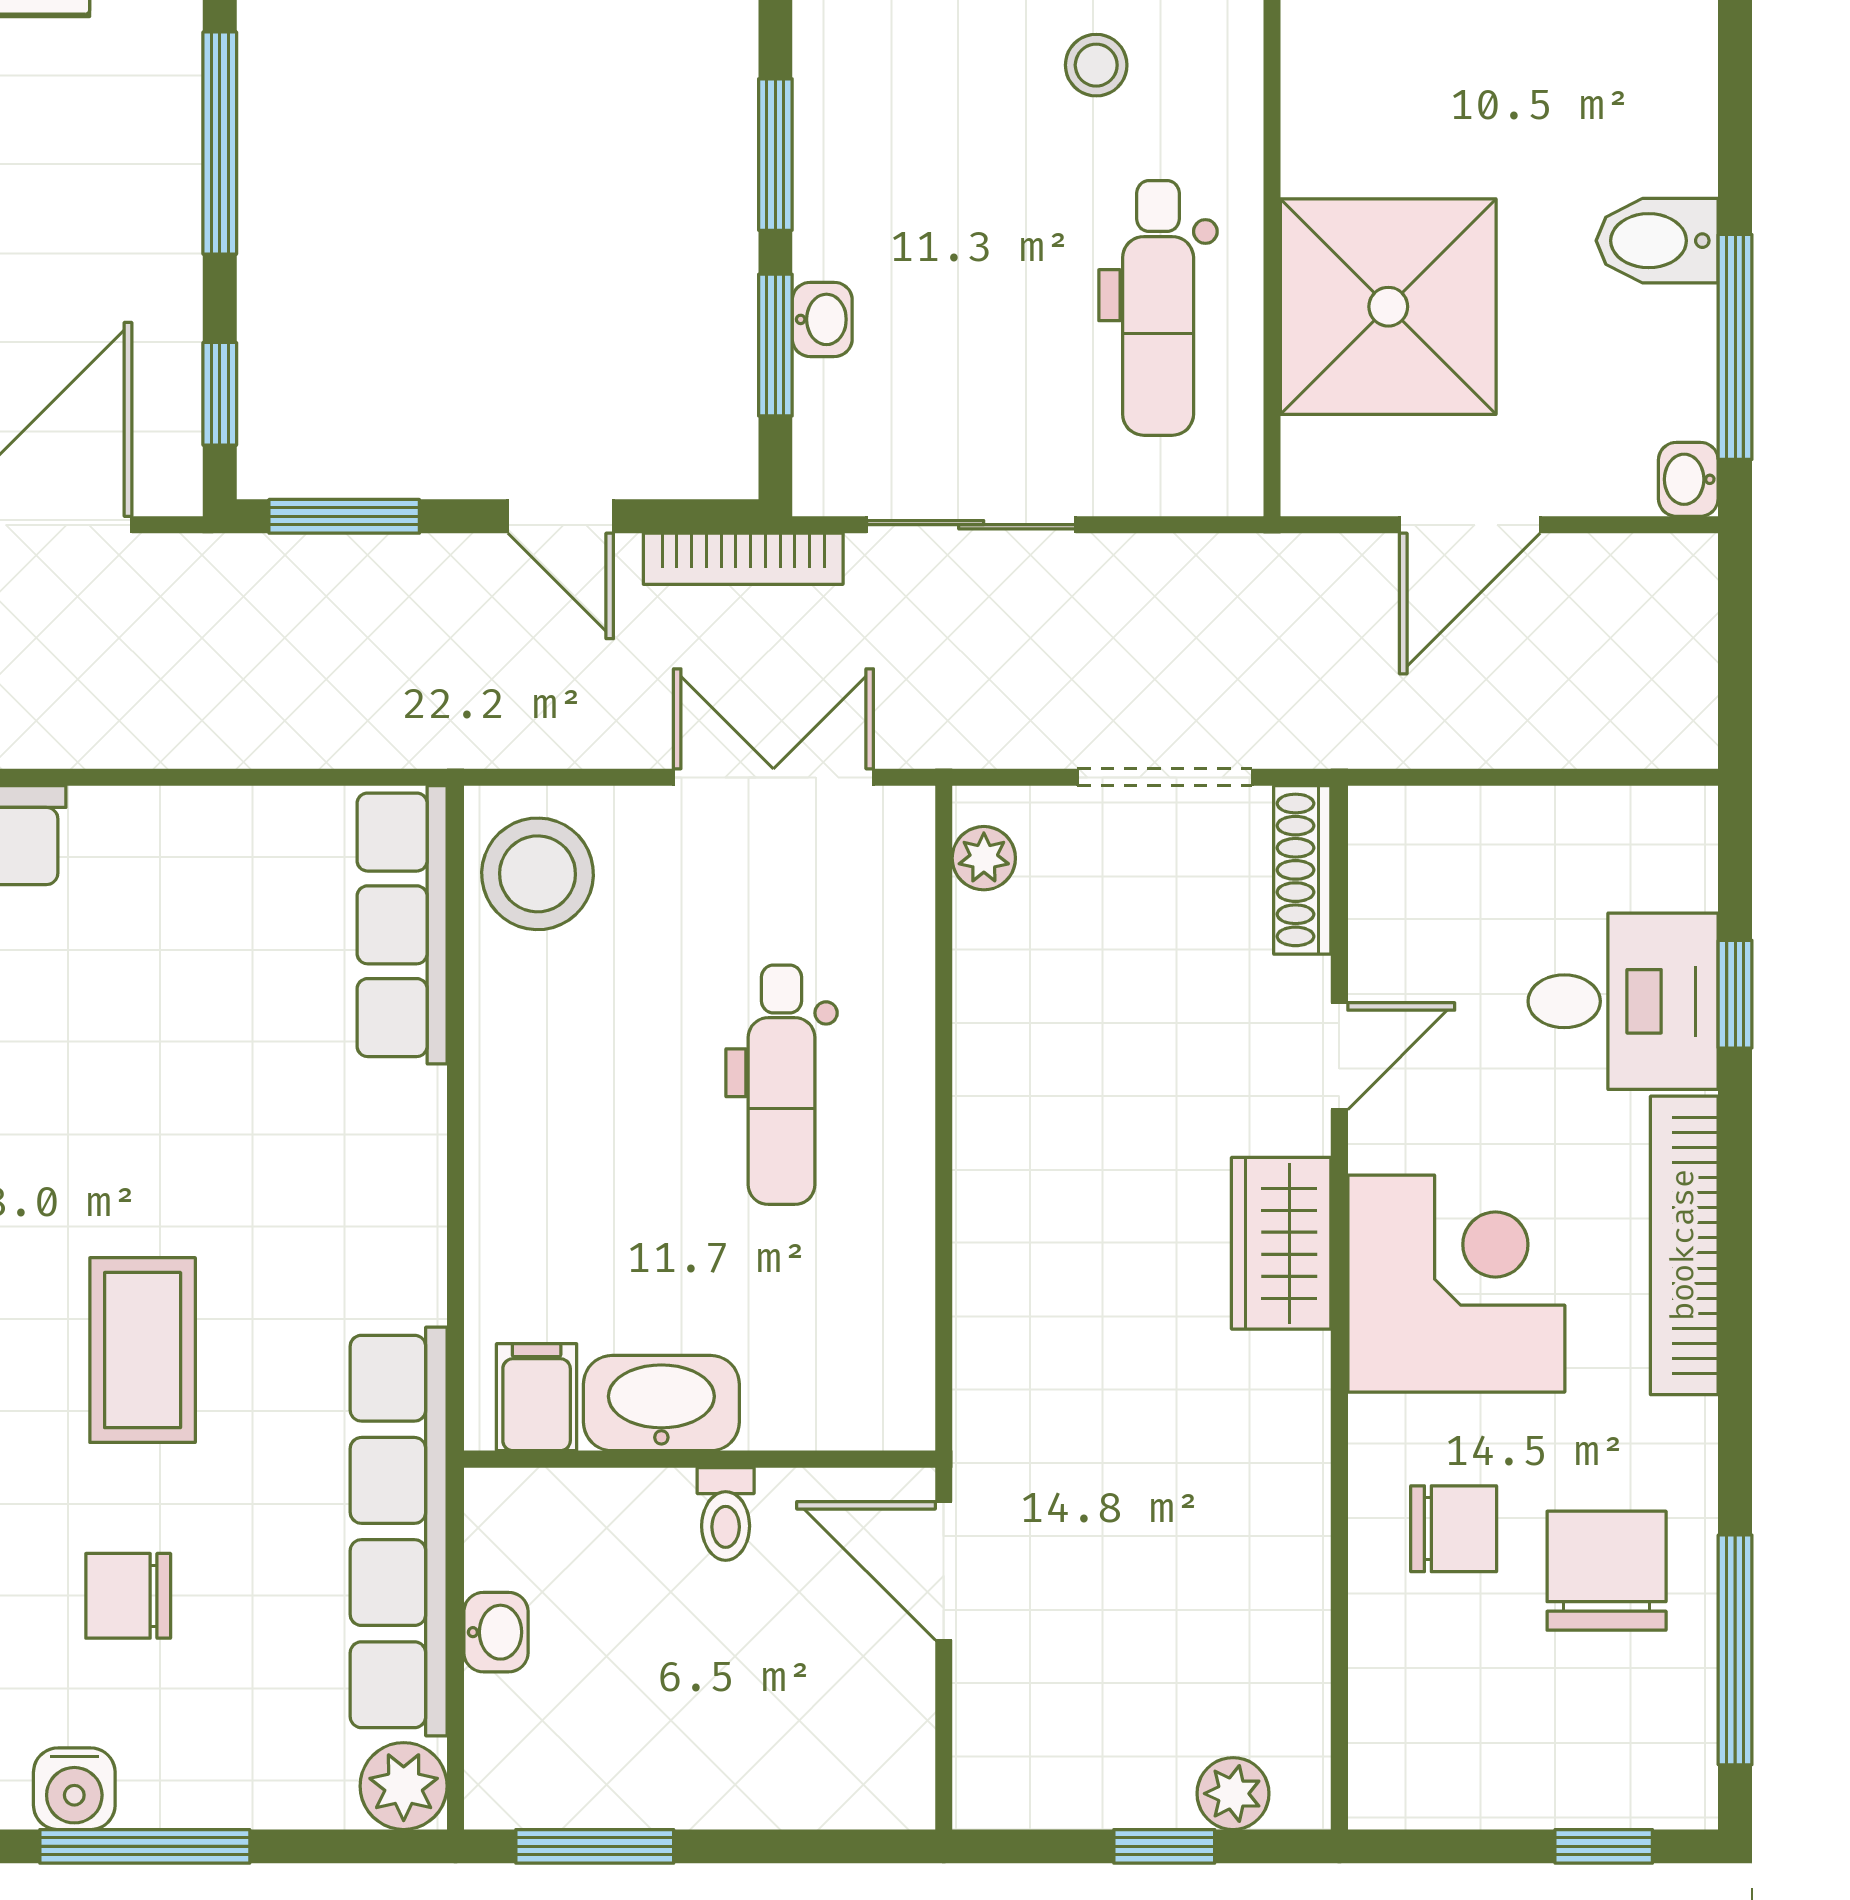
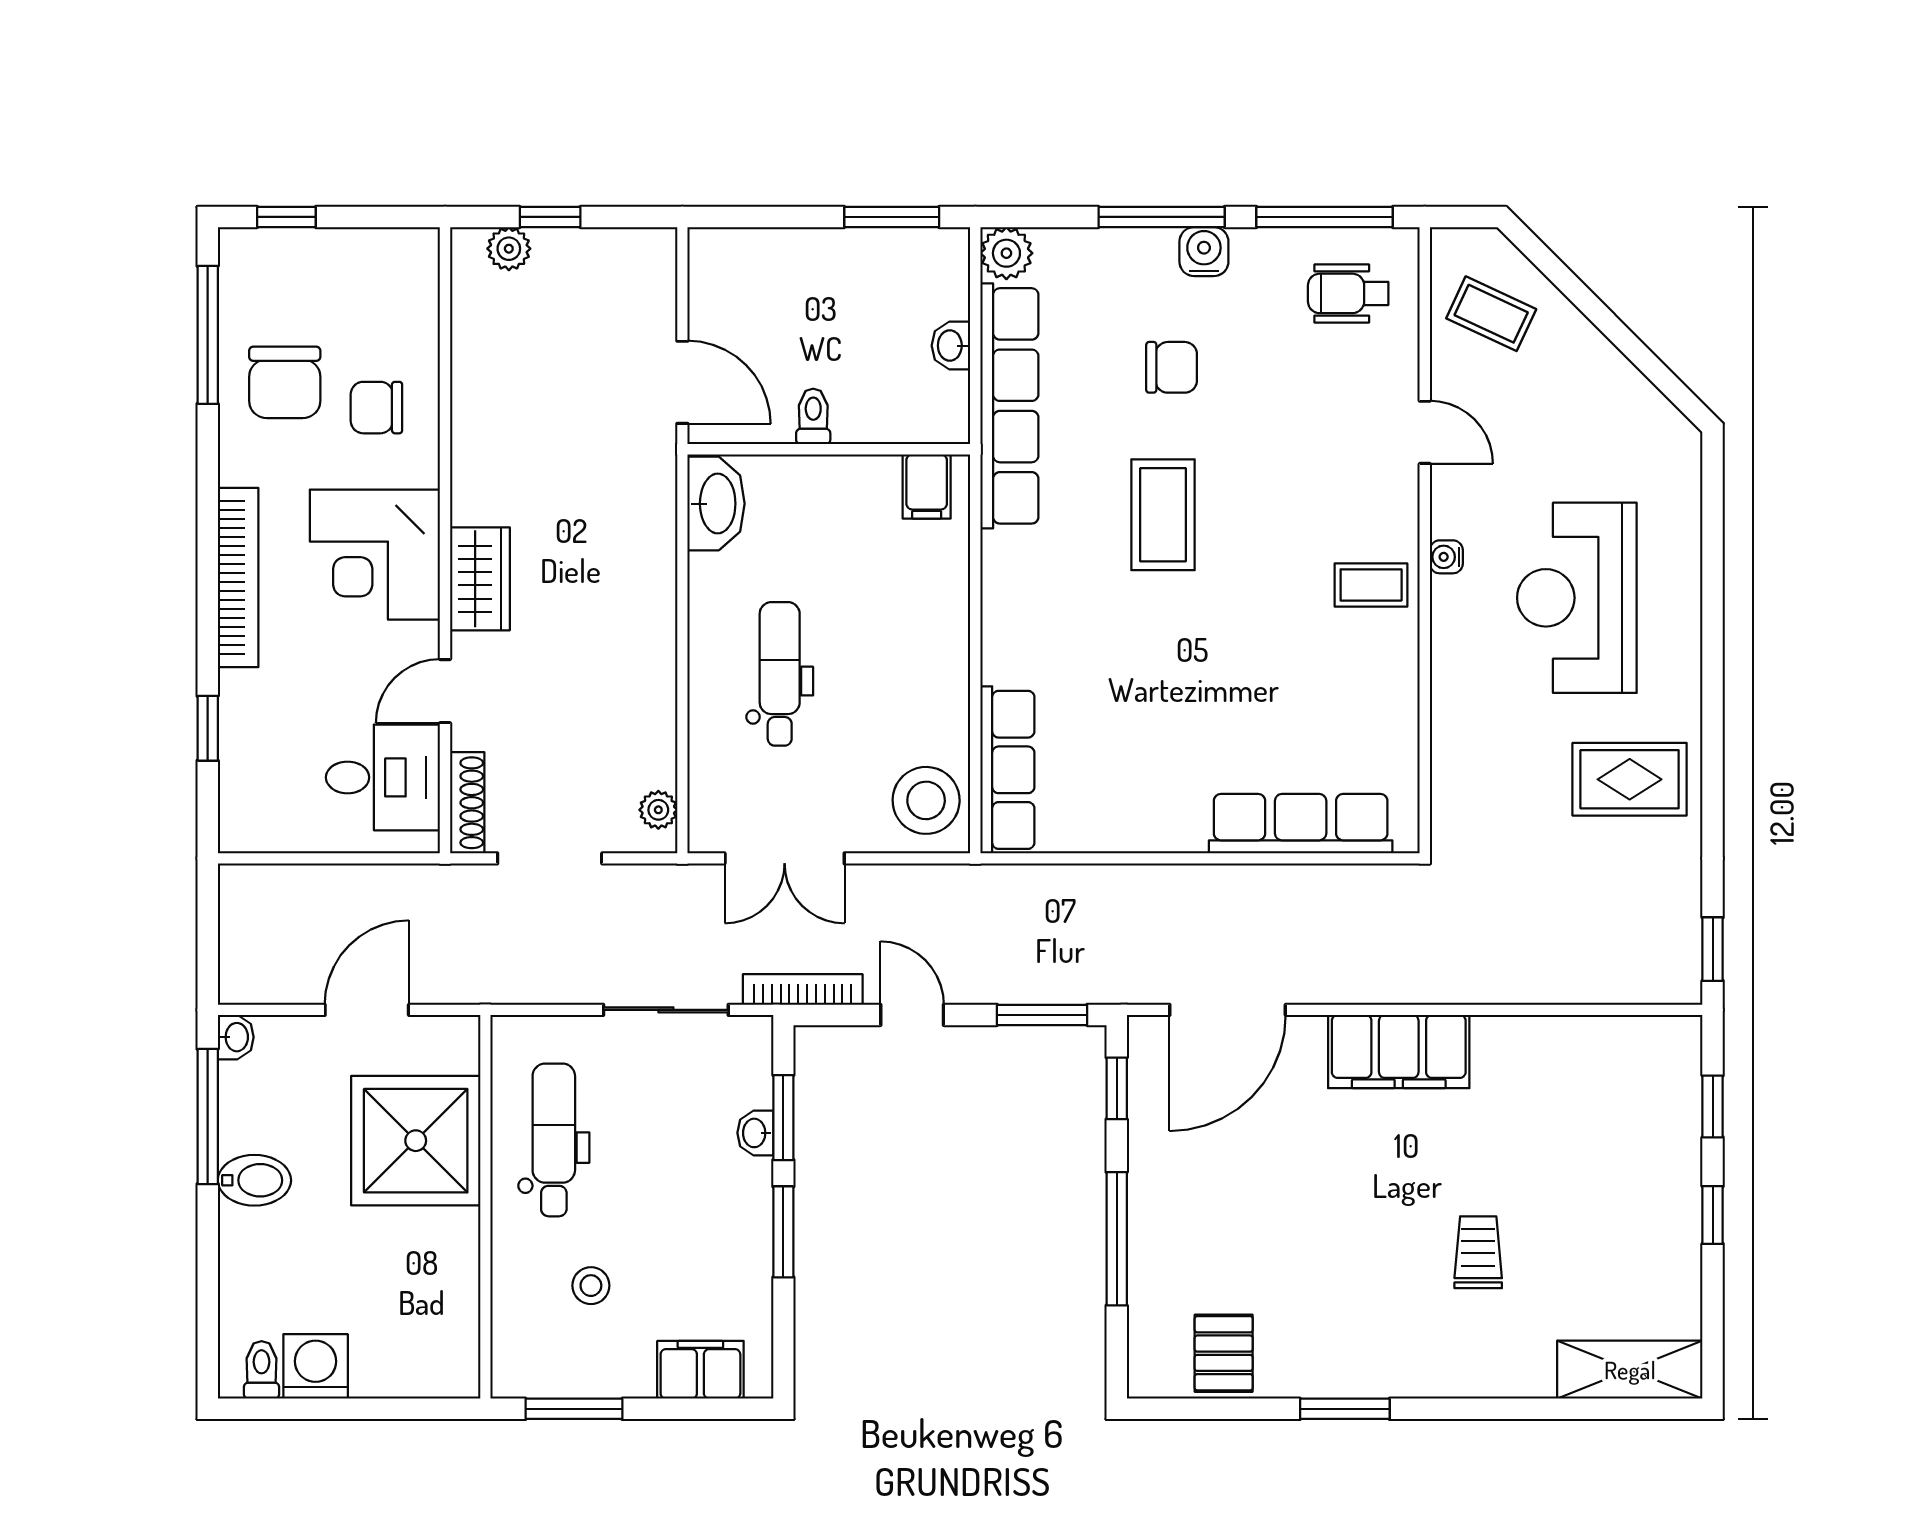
desk: (1623, 1001) -> (383, 777), moved, turned 180
washbasin: (661, 1403) -> (716, 504), moved, turned -90

